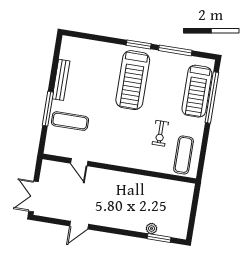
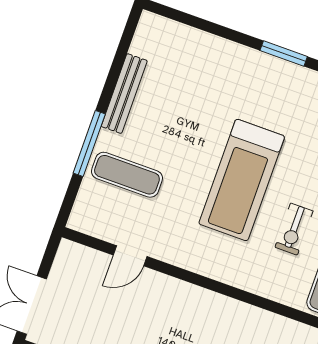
treadmill: (133, 80) -> (242, 180), moved
door: (79, 162) -> (130, 256), hinge flipped

